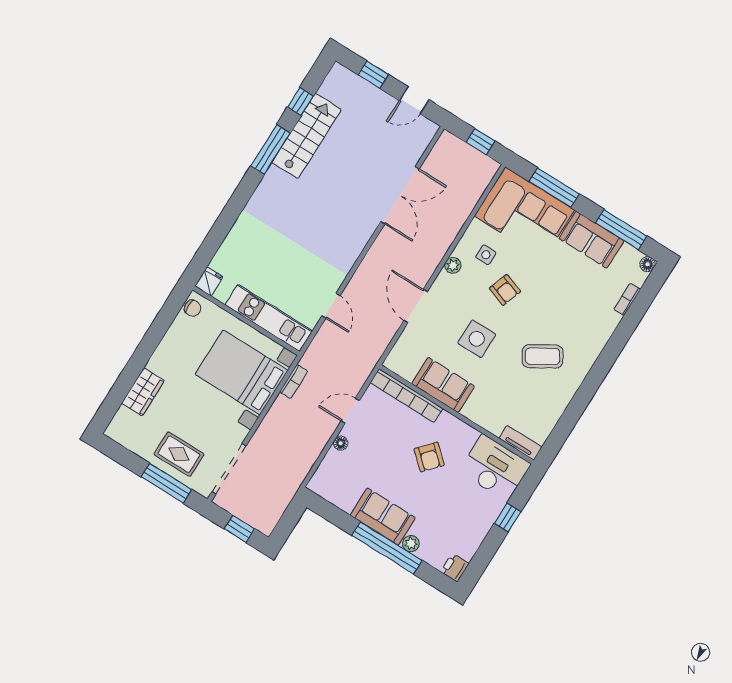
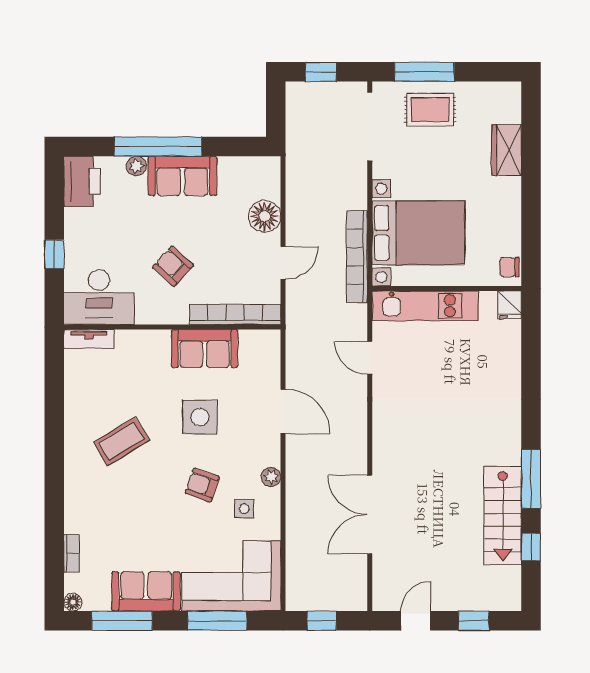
bookcase: (294, 382) -> (357, 257), width x2.31, depth x1.31
floor lamp: (341, 443) -> (265, 216), width x1.89, depth x1.89
printer: (455, 568) -> (82, 181), width x1.87, depth x1.48

